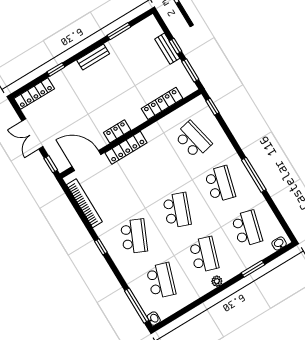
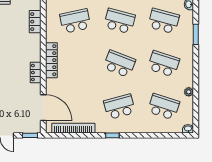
locker: (162, 103) -> (35, 22), width x0.66
locker: (126, 148) -> (51, 60), moved
door: (87, 160) -> (43, 108), swing flipped
school desk: (134, 236) -> (119, 107), turned -39
plant: (217, 281) -> (189, 92), moved
window: (137, 306) -> (171, 135), removed

